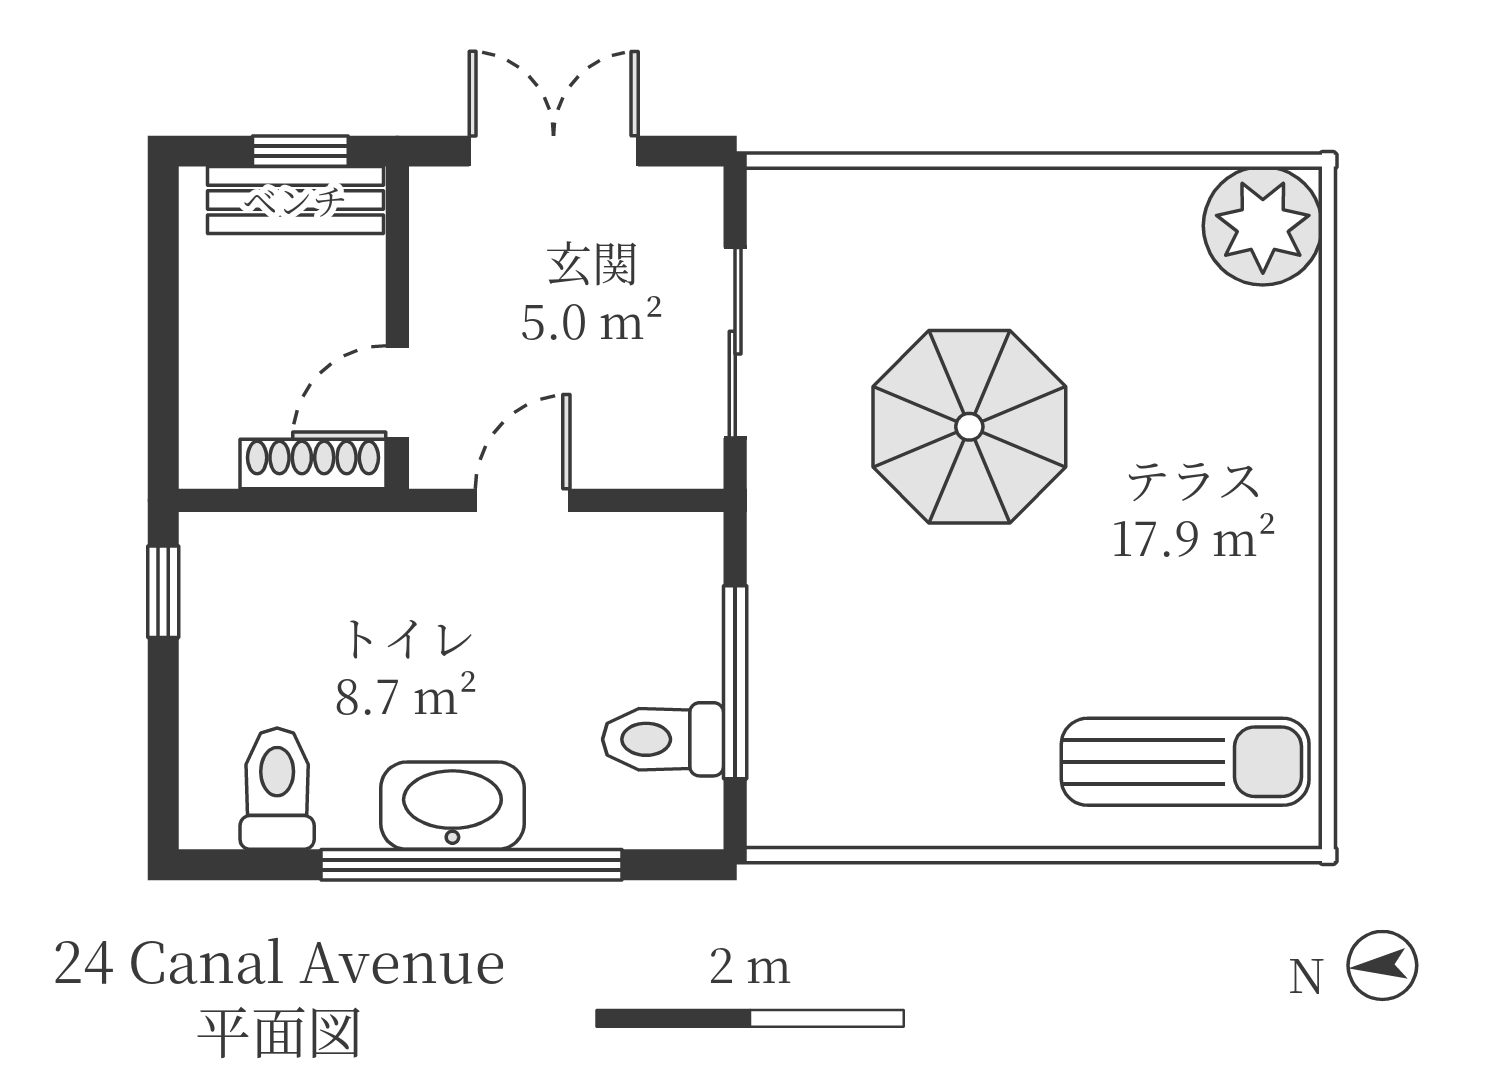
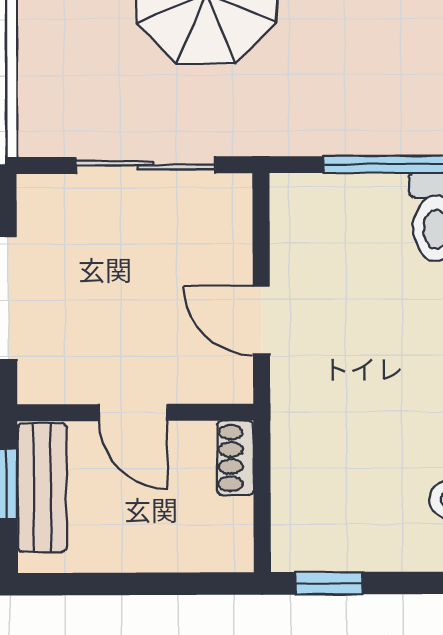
door: (397, 392) -> (133, 412), moved
shoe rack: (313, 464) -> (235, 458), width x0.70

